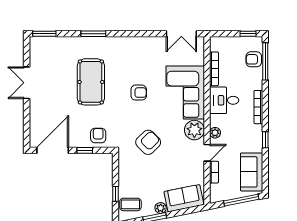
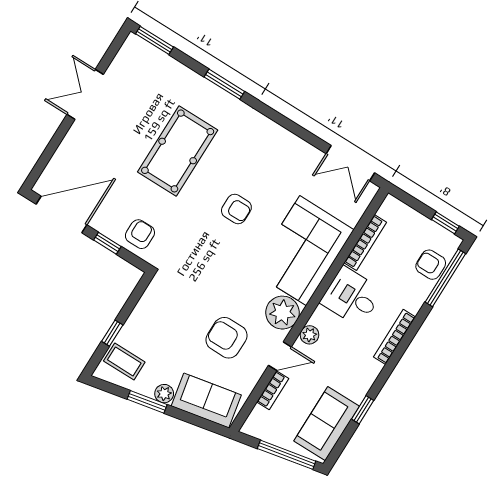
window: (265, 140) -> (363, 410), moved
armchair: (148, 142) -> (226, 338), moved, turned -136

